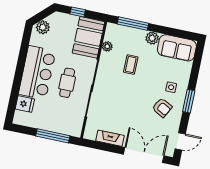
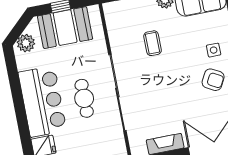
booth: (88, 37) -> (65, 28), moved, turned 90
plant: (107, 46) -> (115, 33), removed

